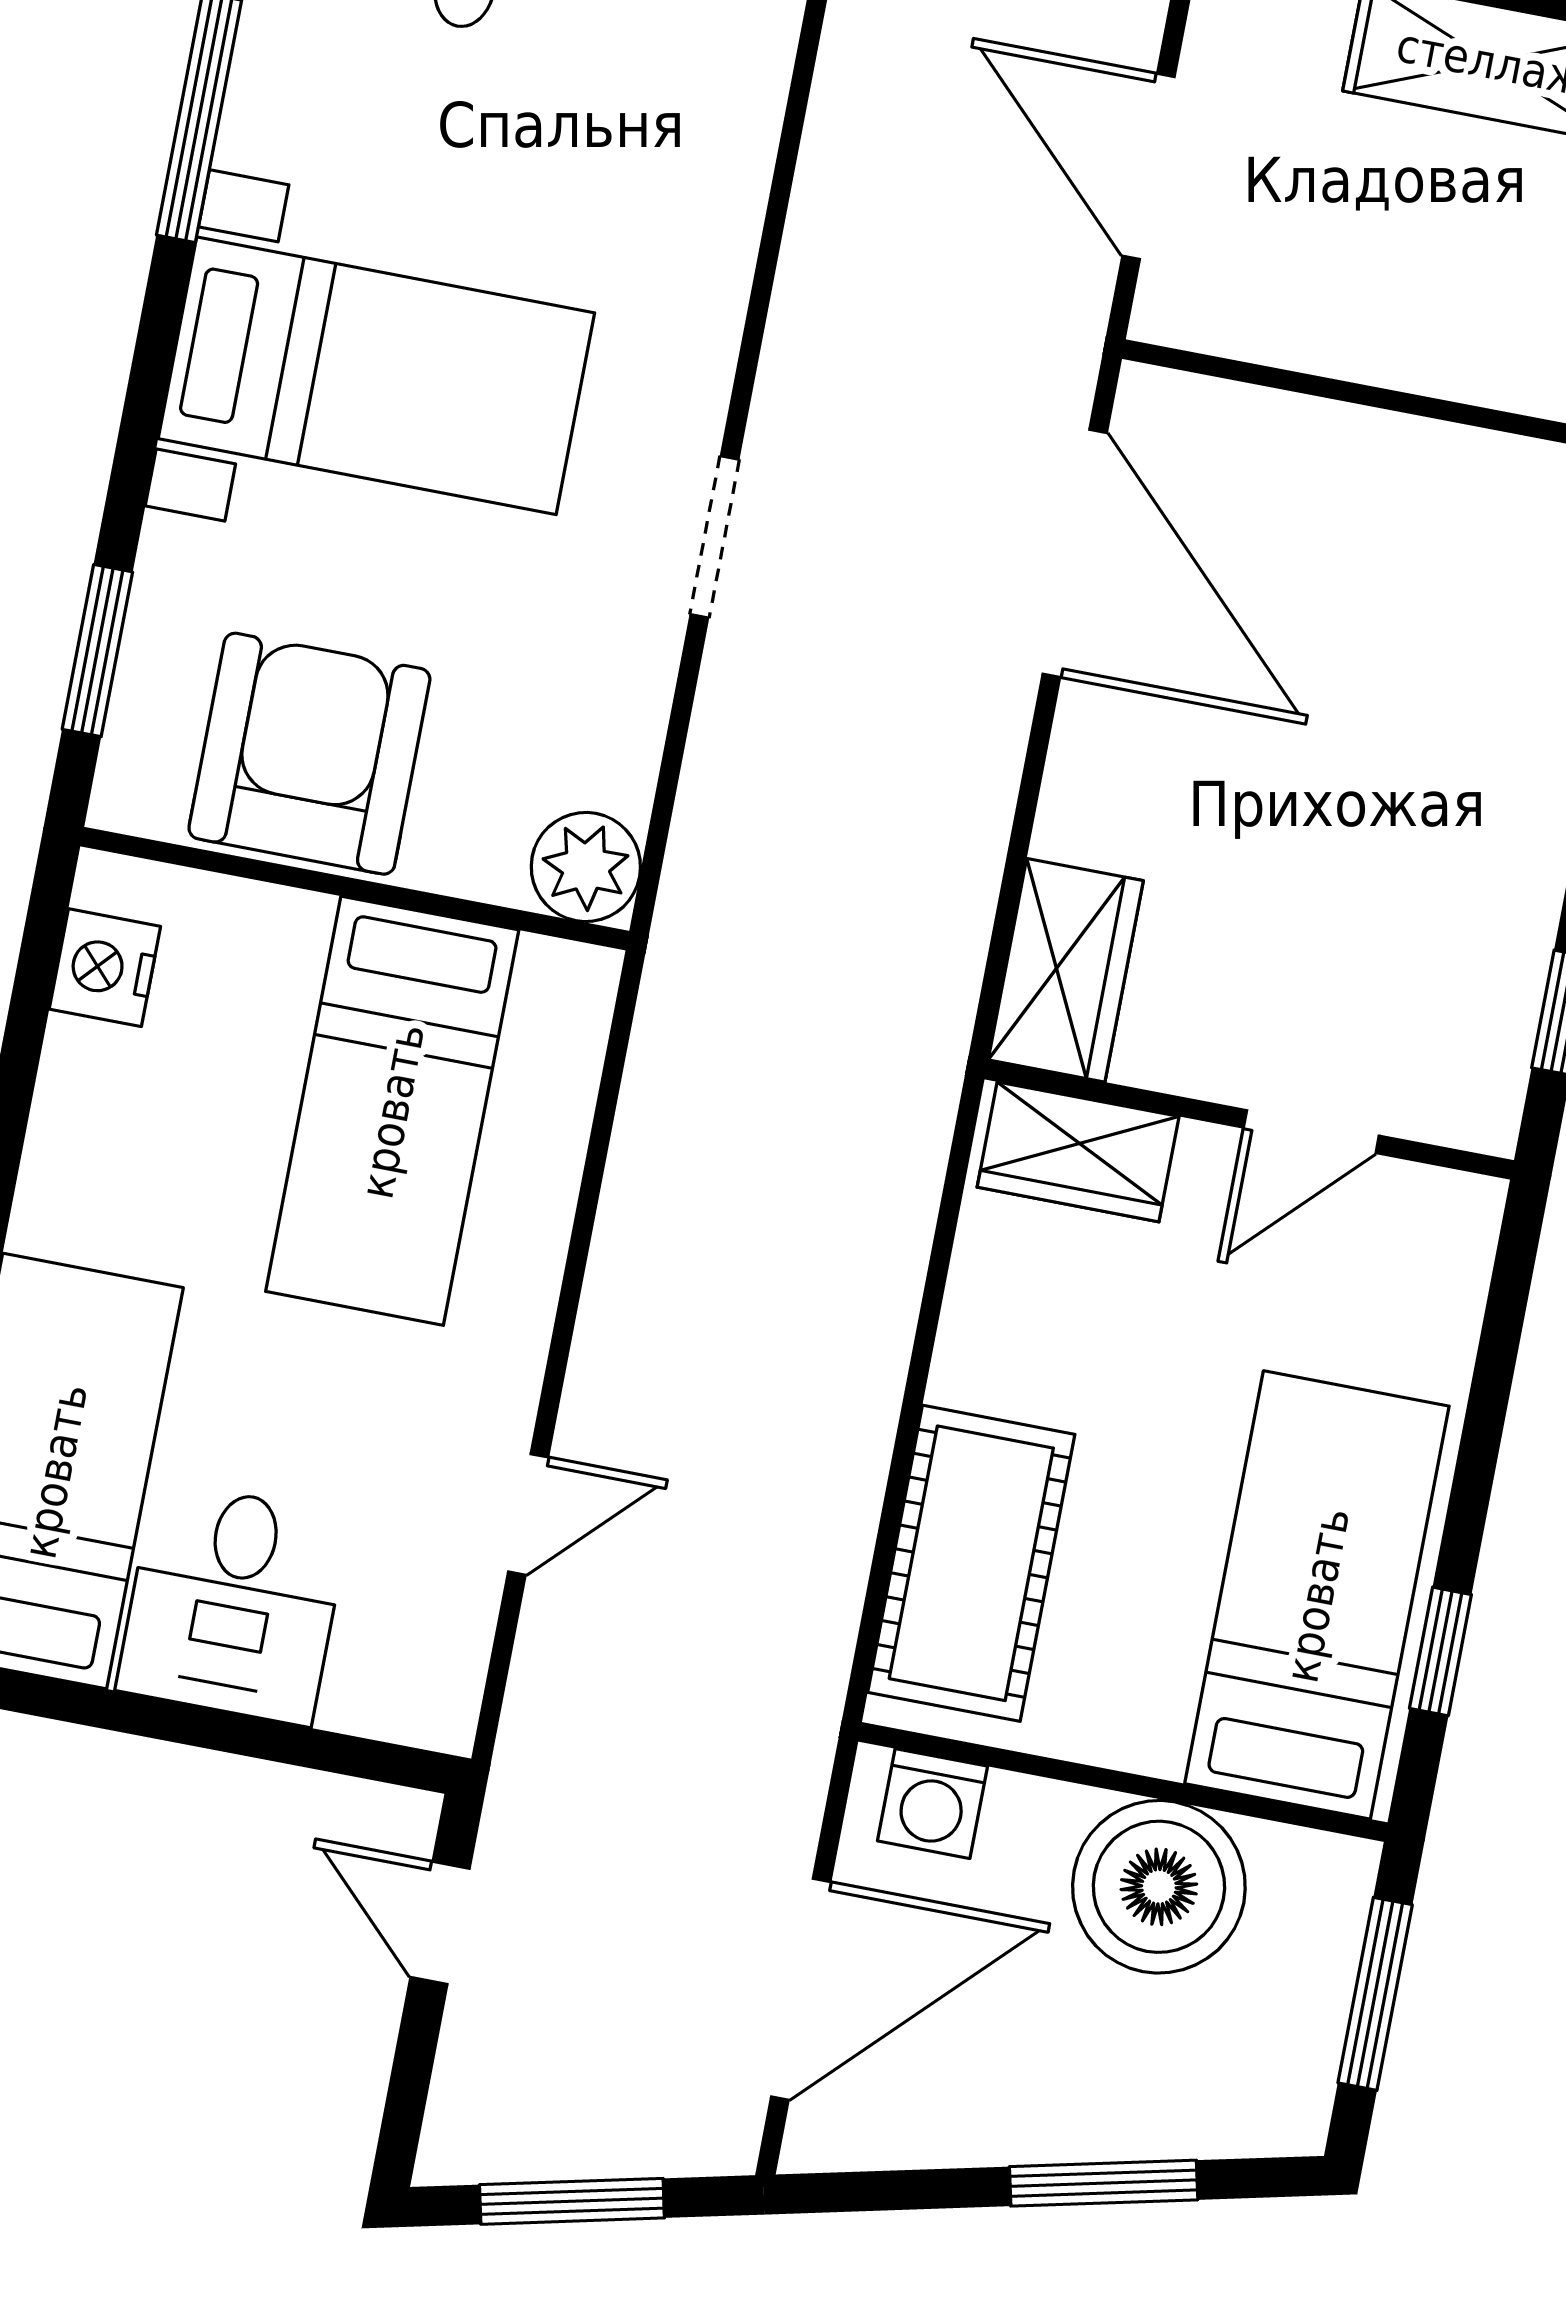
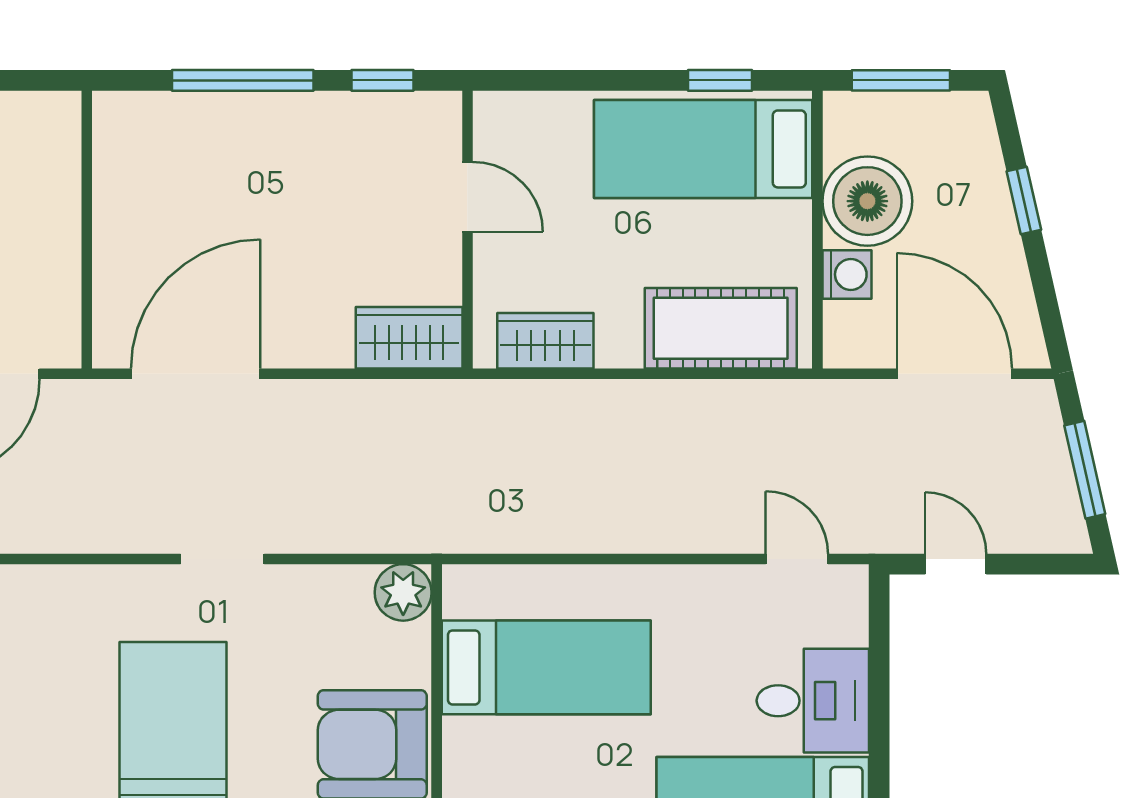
wardrobe: (1078, 1152) -> (545, 341), moved, turned -90
door: (528, 1514) -> (797, 559), moved
washing machine: (933, 1804) -> (847, 274), moved
door: (440, 1923) -> (956, 564), swing flipped
window: (1104, 2183) -> (1024, 200), width x0.67

